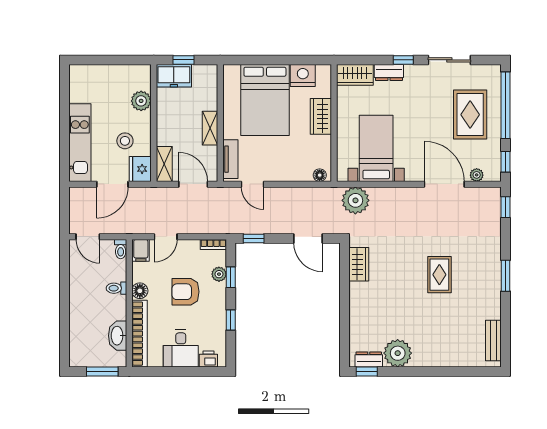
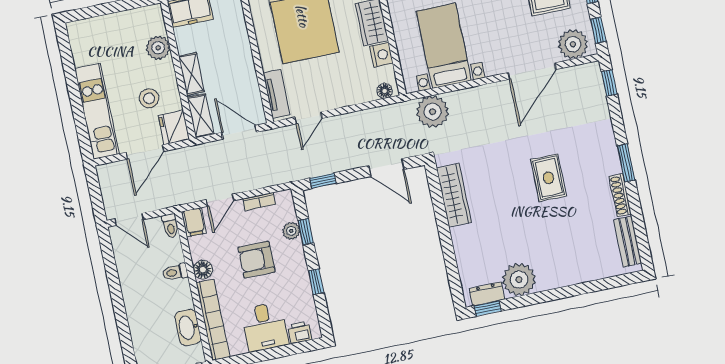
shelving: (210, 128) -> (191, 74), moved
nightstand: (323, 145) -> (381, 55), added
plant: (477, 175) -> (573, 44), width x1.87, depth x1.87
door: (253, 184) -> (308, 118), hinge flipped
door: (444, 184) -> (532, 71), swing flipped
bookcase: (213, 245) -> (259, 202), moved
wardrobe: (359, 264) -> (454, 195), width x1.50
shoe rack: (495, 301) -> (620, 195), added

